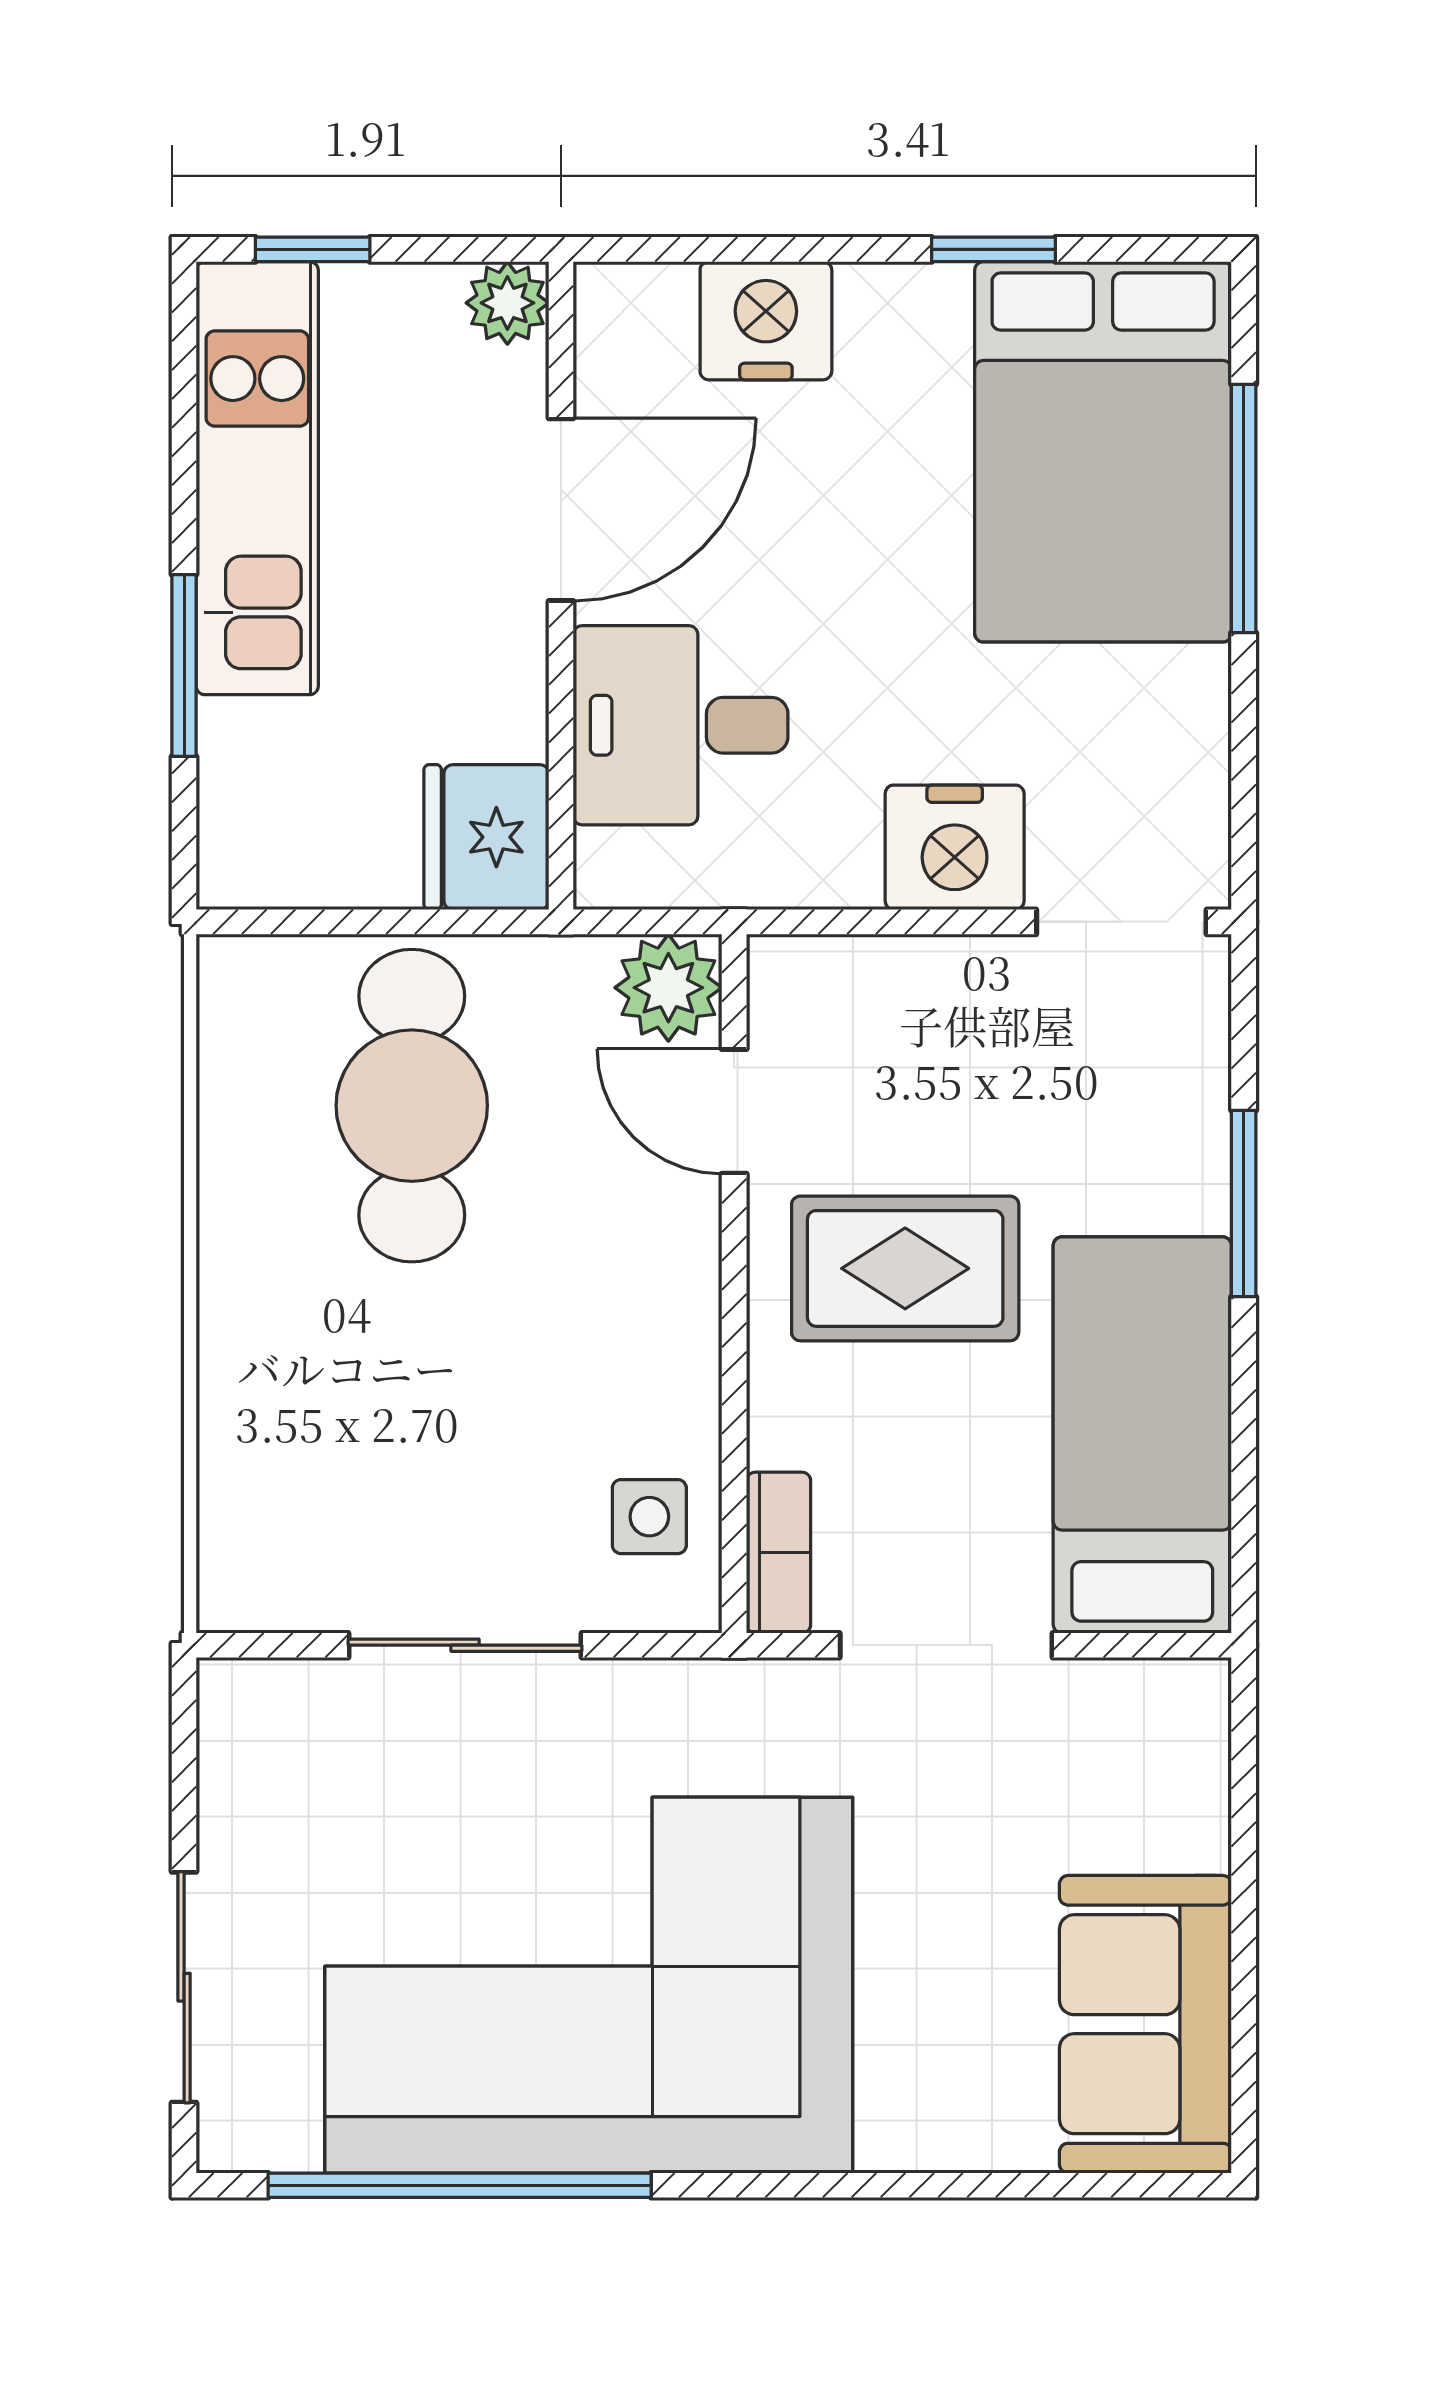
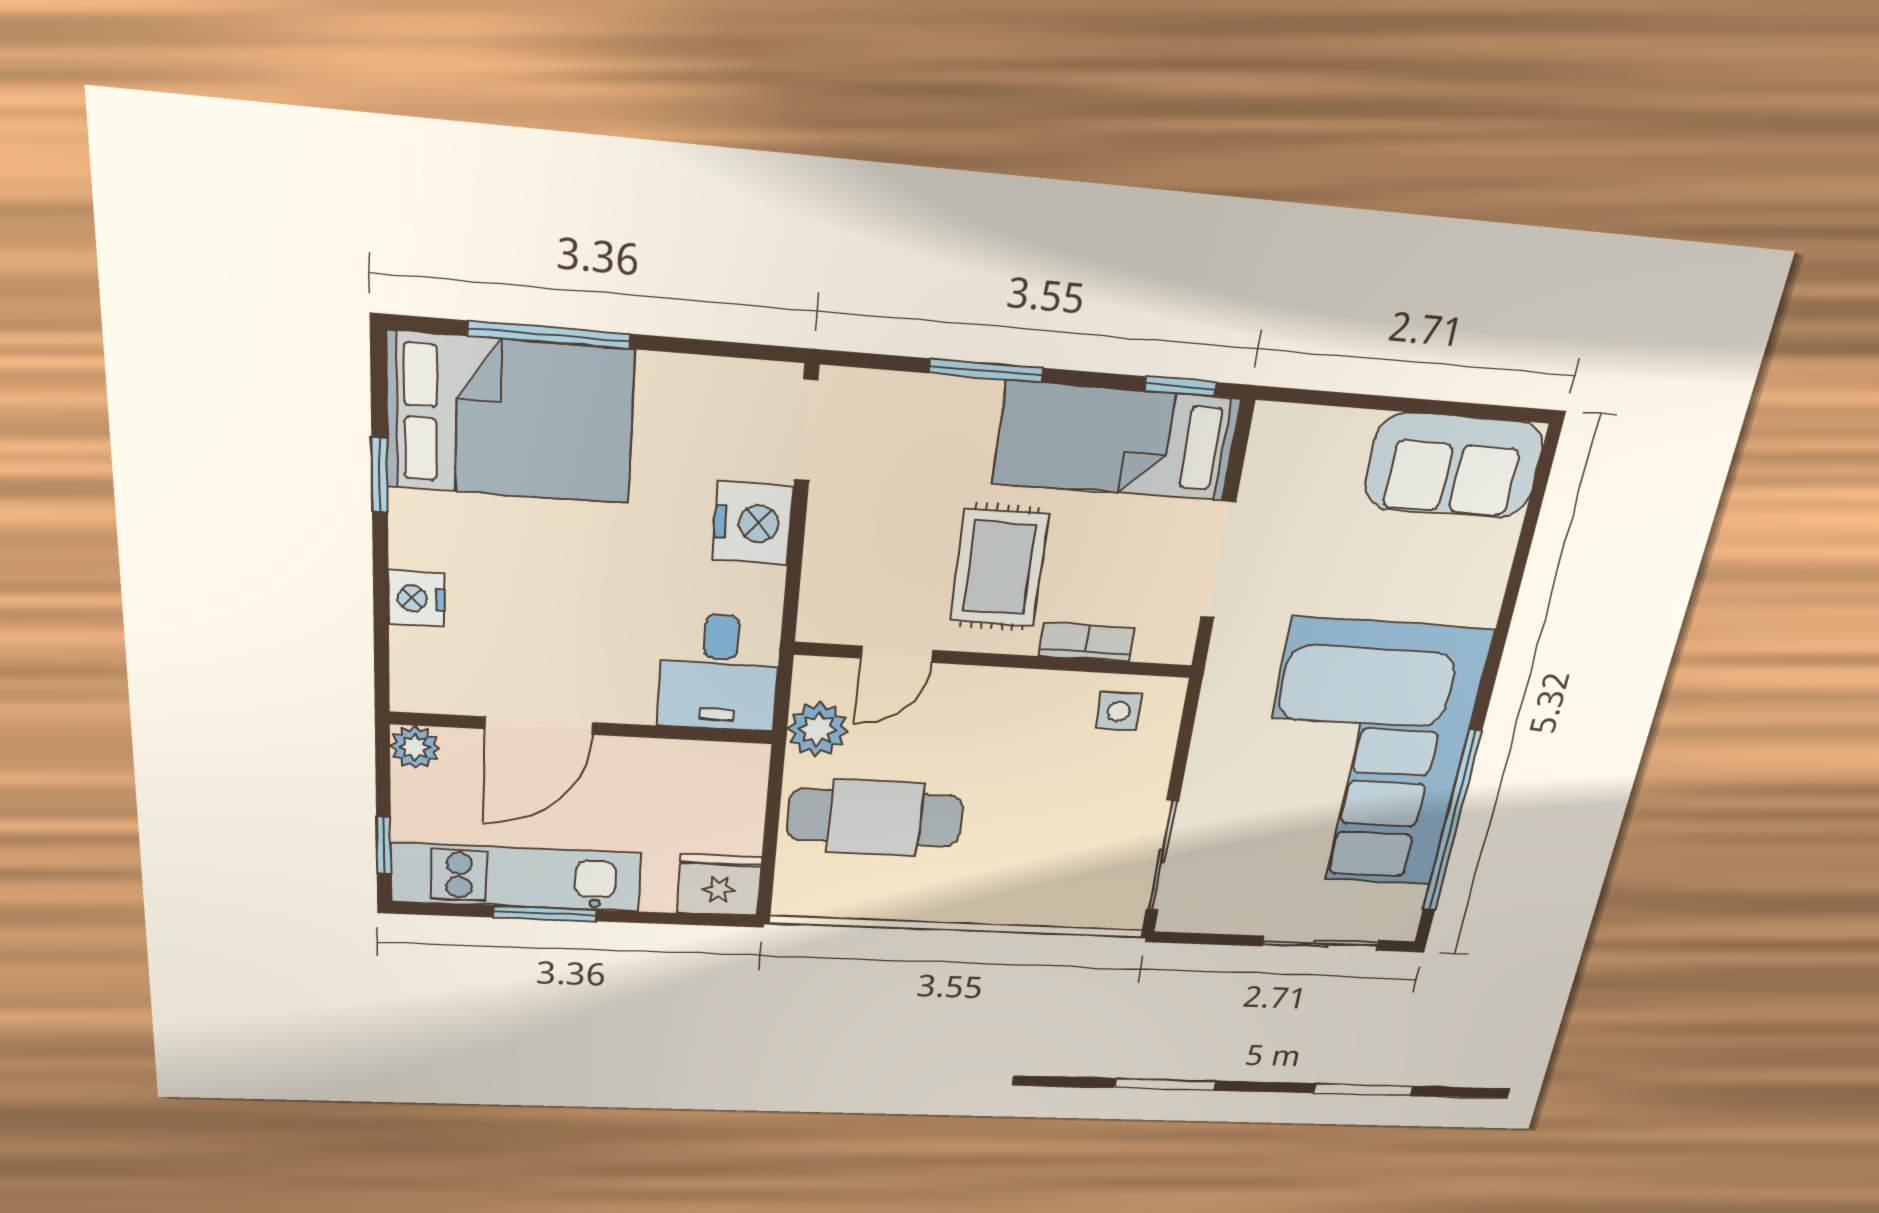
nightstand: (766, 321) -> (416, 598), width x0.74, depth x0.75
door: (561, 510) -> (539, 726), swing flipped
window: (184, 666) -> (545, 914), moved
desk: (681, 725) -> (719, 672), moved
fridge: (486, 837) -> (719, 885), moved, turned 180
plant: (668, 988) -> (818, 729), moved
window: (1244, 1527) -> (1180, 386), added
bookcase: (779, 1553) -> (1087, 642), moved
sliding door: (465, 1645) -> (1162, 856), moved

